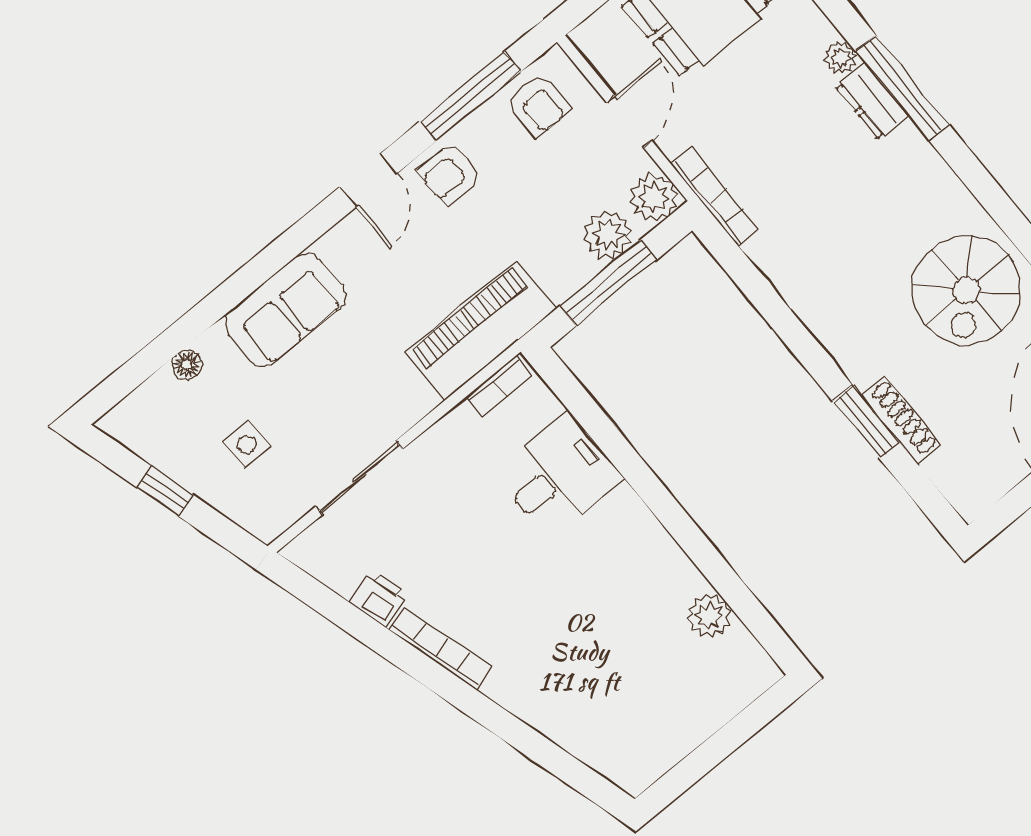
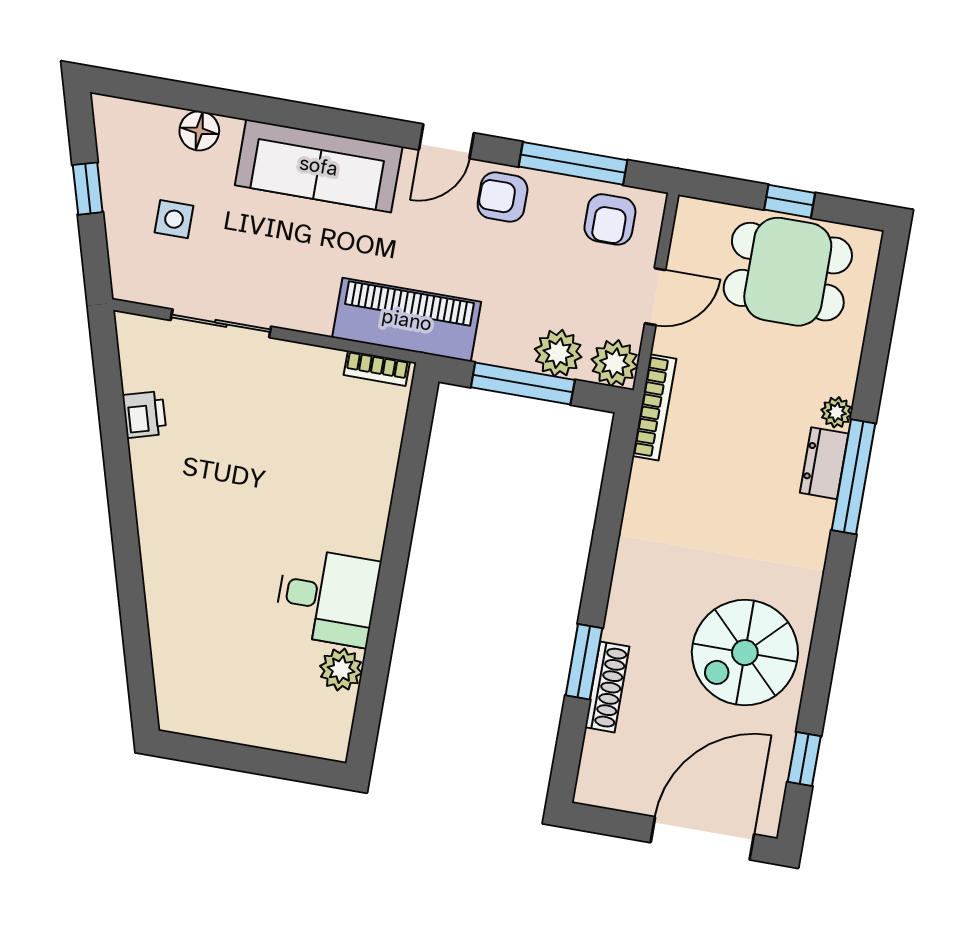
sofa: (285, 310) -> (319, 166), width x1.36
floor lamp: (187, 365) -> (199, 131), width x1.37, depth x1.37
desk: (559, 475) -> (327, 597), moved
bookcase: (440, 649) -> (146, 492), removed

